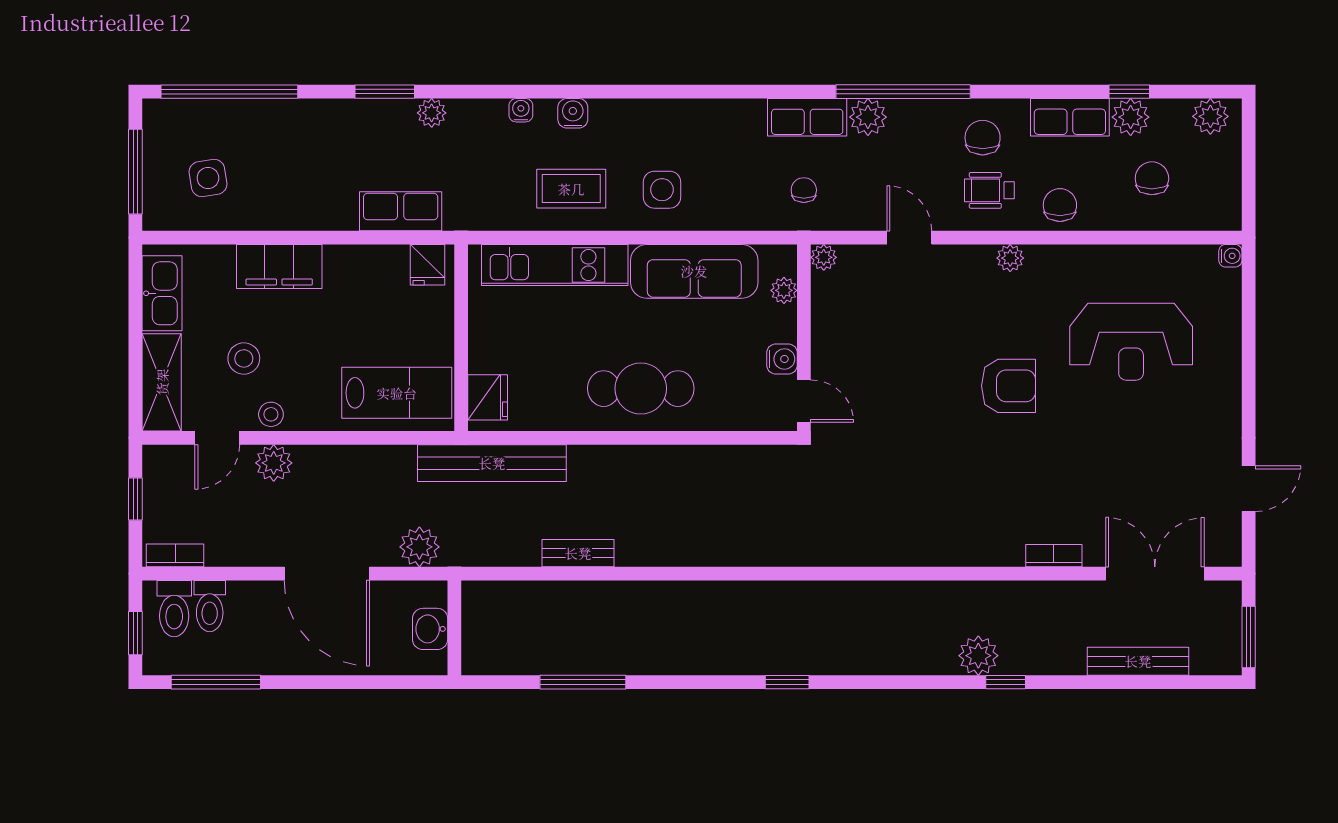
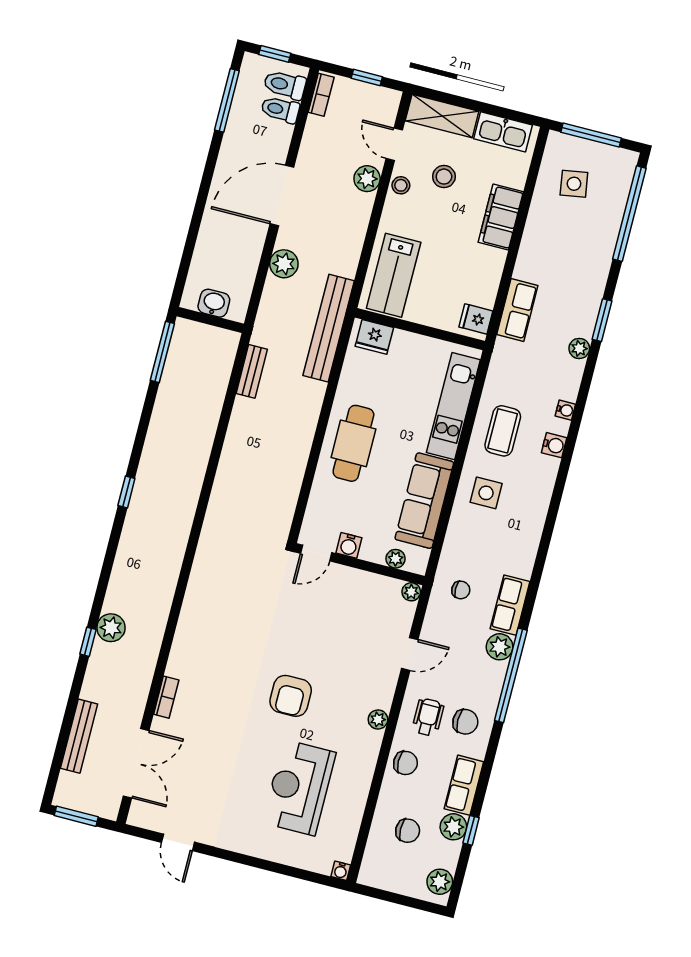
wall: (454, 628) -> (210, 320), moved
washbasin: (430, 629) -> (214, 303), moved

